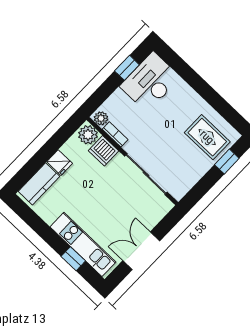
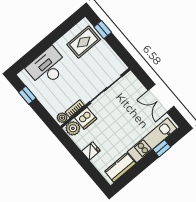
desk: (150, 82) -> (47, 67), moved, turned 90
kitchen counter: (39, 184) -> (120, 167), moved, turned -90

